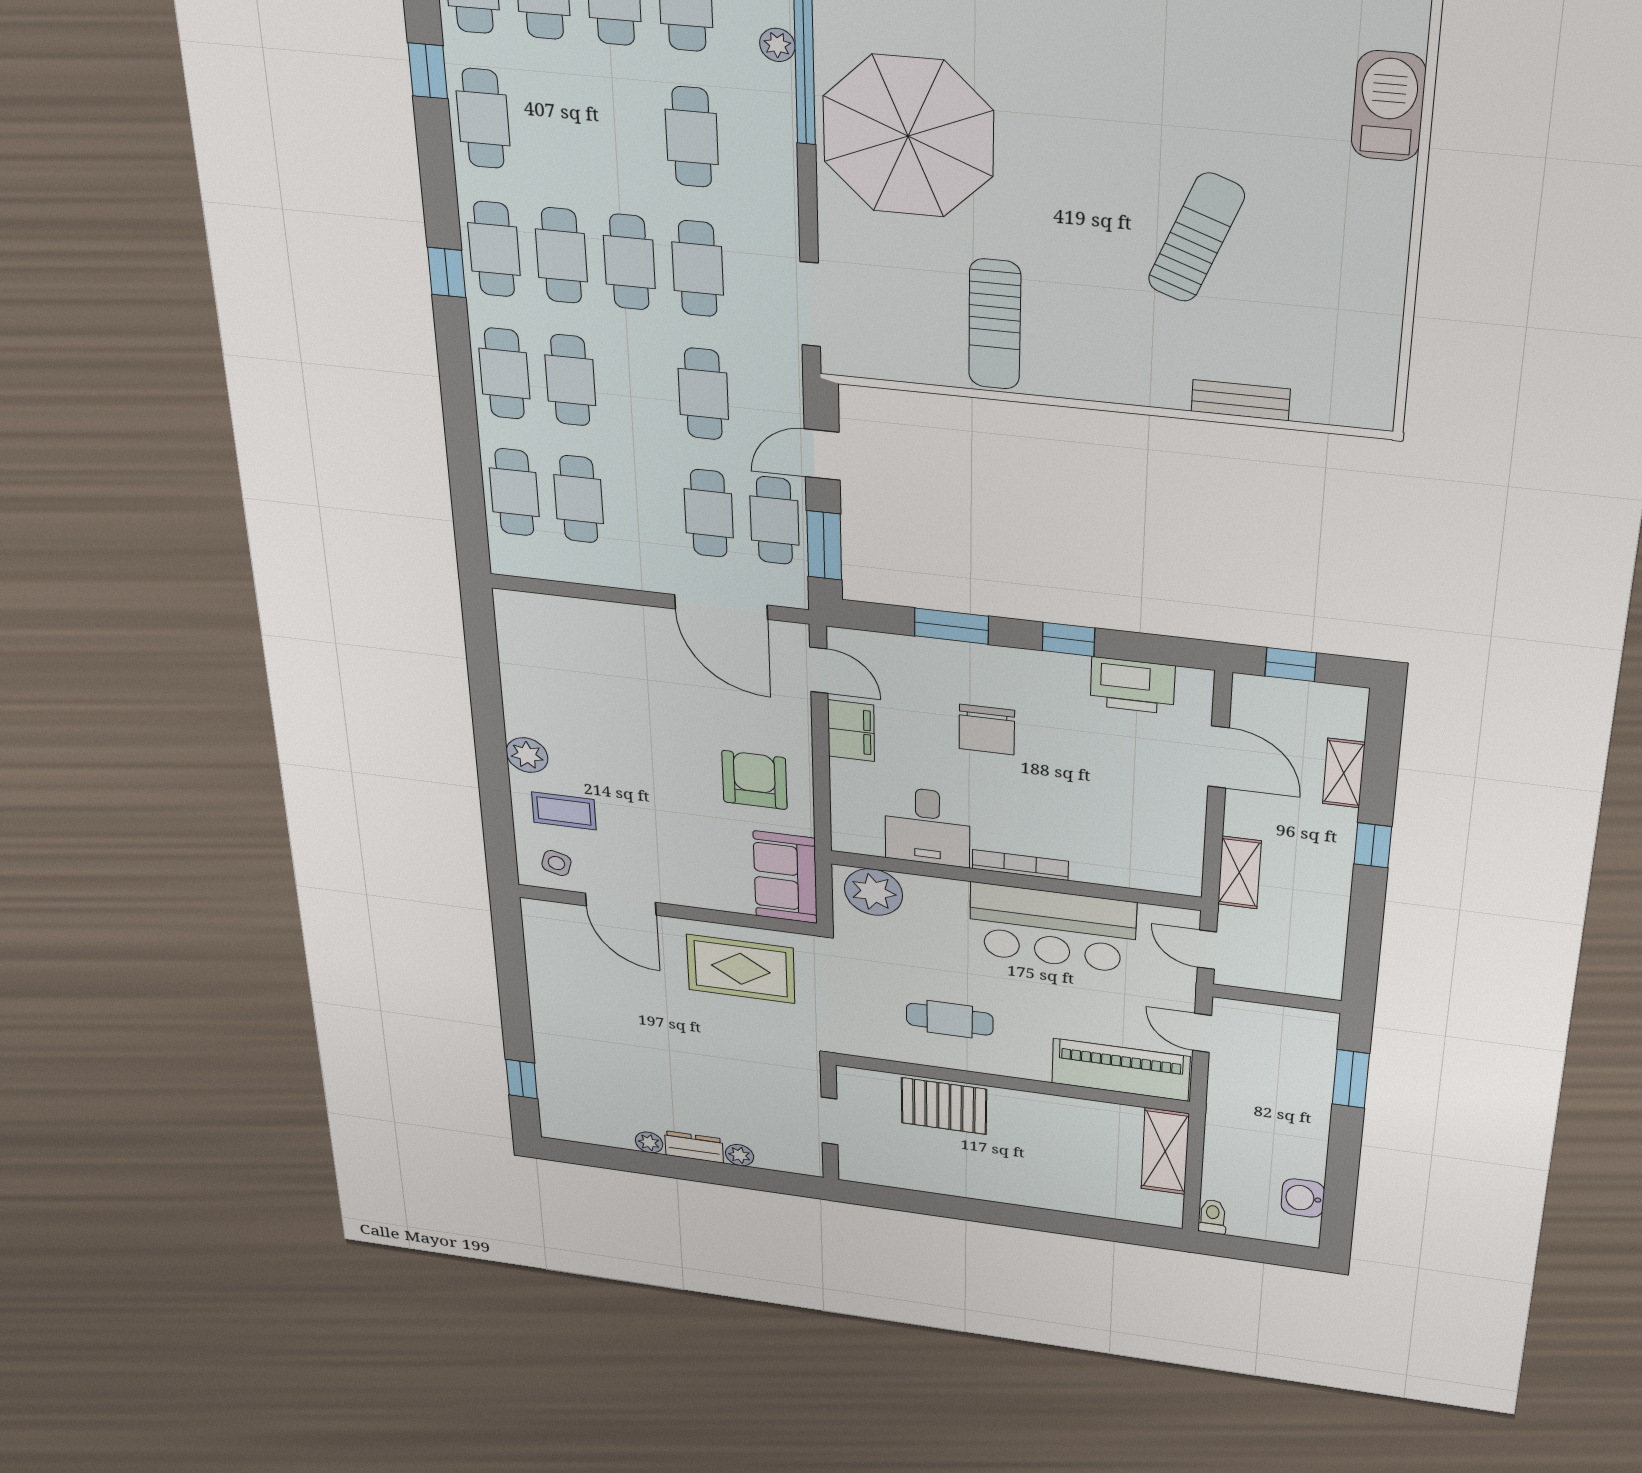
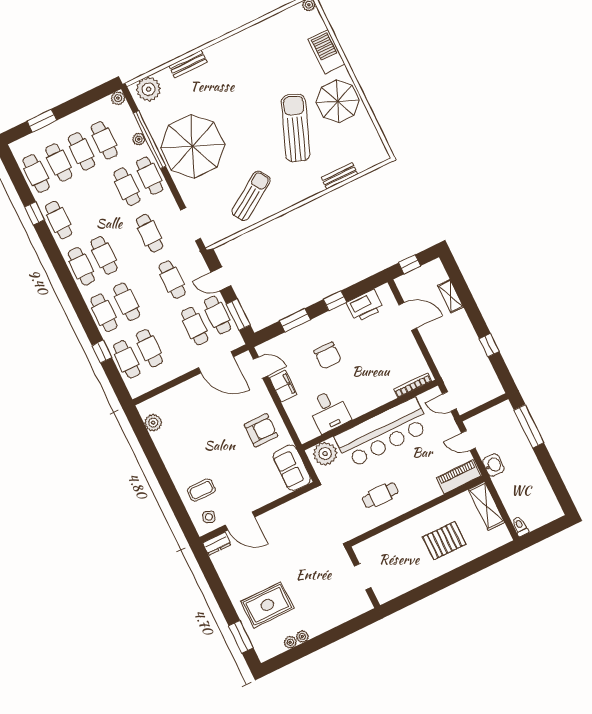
parasol: (1342, 237) -> (338, 101), added
sun lounger: (1196, 238) -> (296, 128), width x1.36, depth x1.34
cafe table: (629, 262) -> (150, 176), moved
window: (447, 273) -> (102, 352), moved
sun lounger: (995, 324) -> (251, 196), turned -123
door: (822, 455) -> (221, 279), hinge flipped
plant: (527, 755) -> (153, 423), moved
armchair: (754, 780) -> (261, 430), turned 90
window: (1373, 845) -> (489, 345), moved
bookcase: (1020, 865) -> (413, 385), moved
shelving: (1239, 873) -> (441, 360), removed
bar counter: (1053, 928) -> (383, 433), width x1.36
rug: (741, 969) -> (267, 605), moved
piano: (1121, 1070) -> (459, 477), width x0.73, depth x0.75
window: (522, 1079) -> (241, 637), width x1.50
window: (1351, 1079) -> (529, 426), width x1.44
pallet: (944, 1106) -> (444, 541), moved
dresser: (694, 1147) -> (217, 544), moved, turned 180
plant: (740, 1155) -> (290, 642), moved
washbasin: (1303, 1198) -> (493, 465), moved, turned 180

